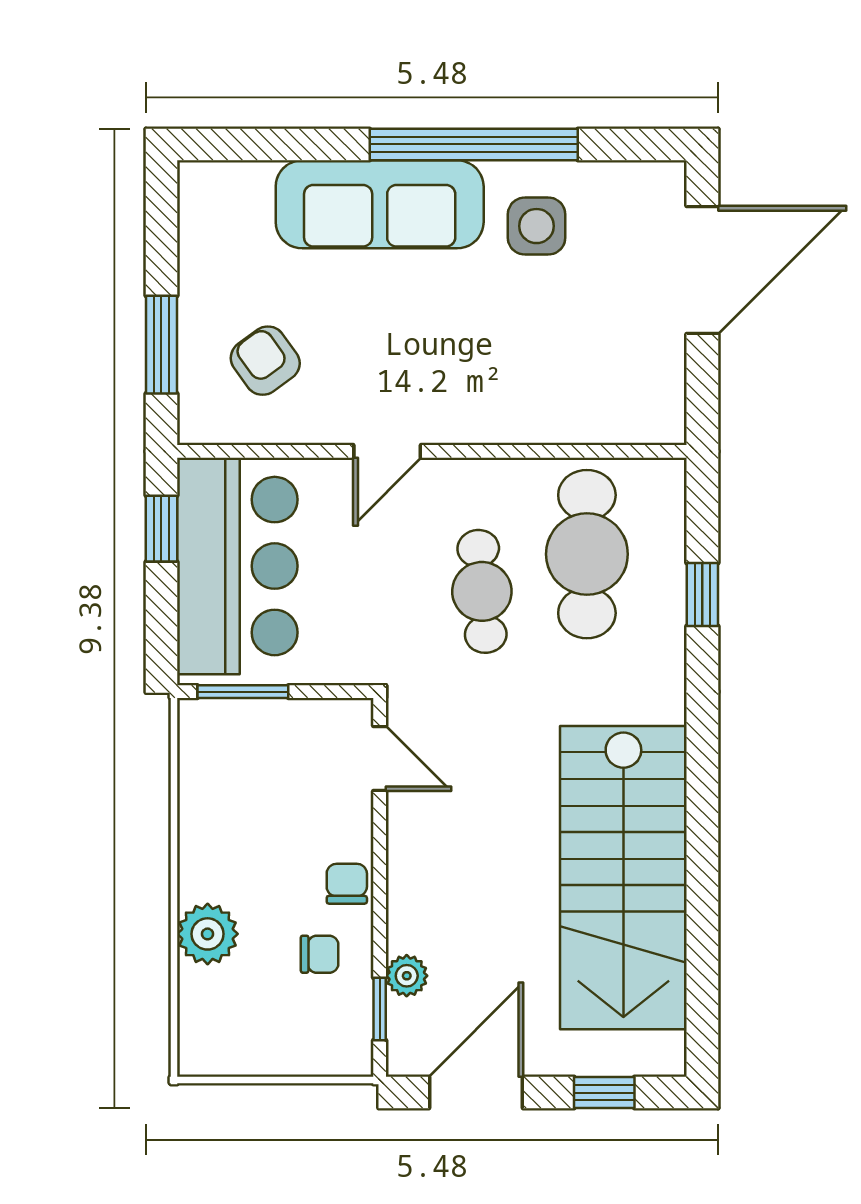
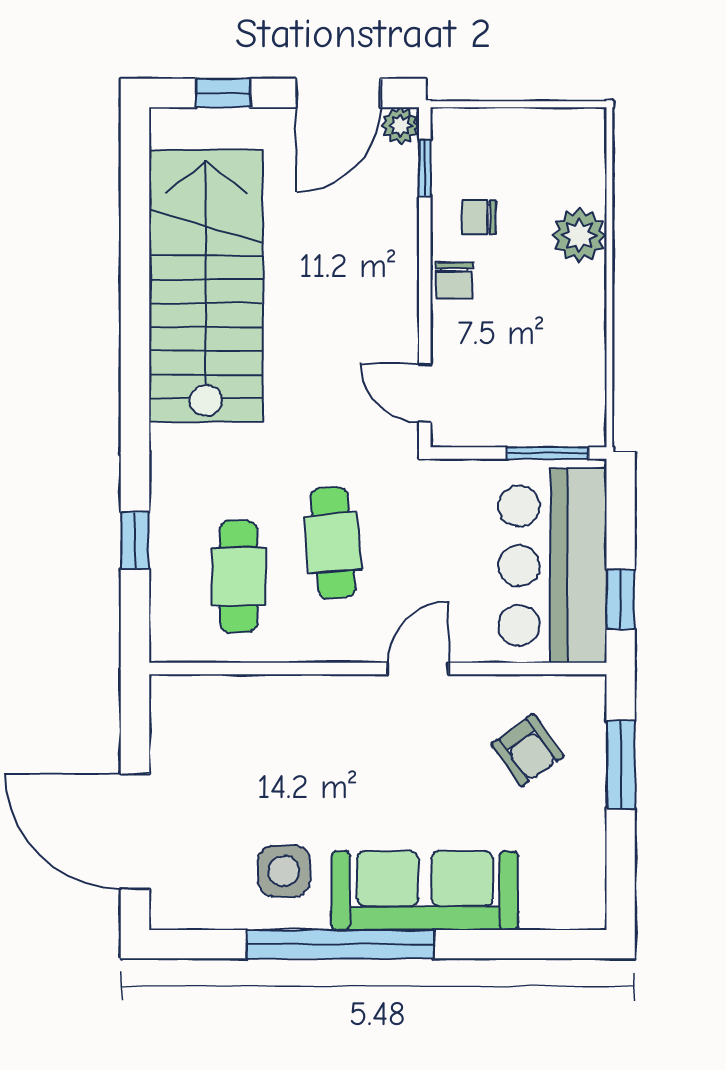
door: (702, 270) -> (135, 831), hinge flipped
cafe table: (587, 554) -> (239, 576), width x0.73, depth x0.74
plant: (407, 976) -> (400, 126), moved

